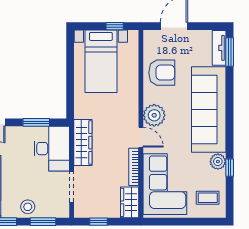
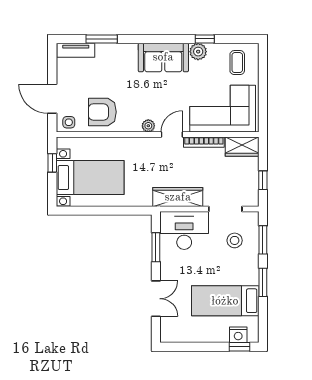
side table: (152, 41) -> (69, 122), added
window: (230, 52) -> (102, 39), moved
armchair: (162, 73) -> (102, 112), turned -90
sofa: (209, 109) -> (163, 57), width x0.54, depth x0.79
plant: (154, 115) -> (148, 126), width x0.53, depth x0.53
stool: (28, 207) -> (235, 240), moved

